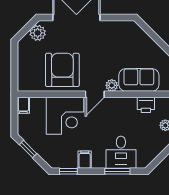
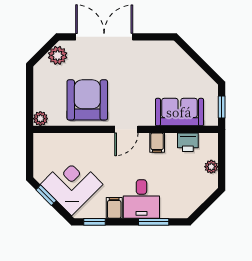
plant: (112, 85) -> (40, 119), moved
filing cabinet: (23, 105) -> (157, 143), moved
corner desk: (65, 116) -> (72, 184), moved, turned -135
desk: (121, 152) -> (141, 199), moved

